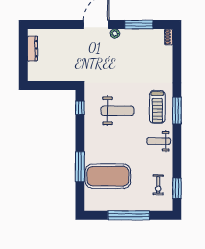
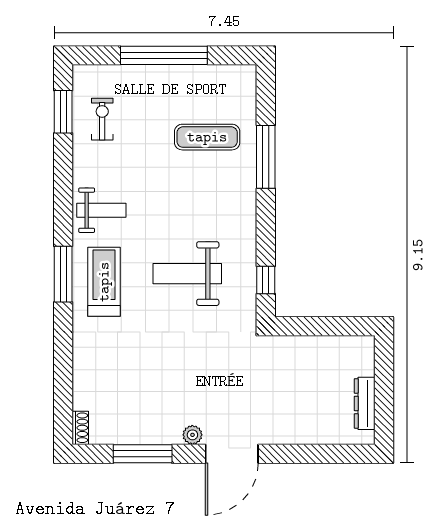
exercise mat: (108, 176) -> (207, 137), width x0.50, depth x0.69

